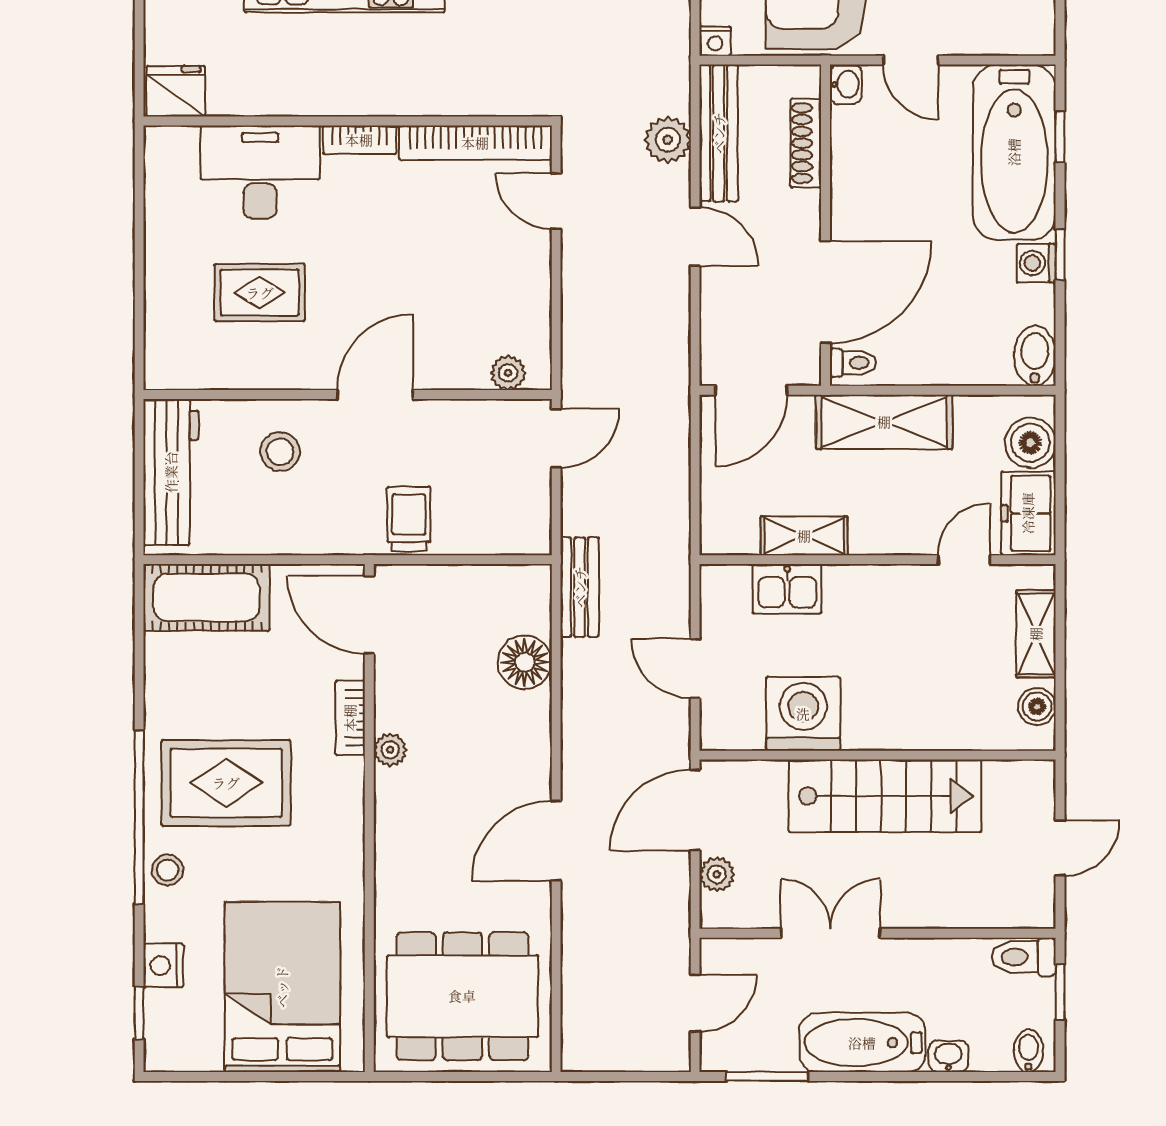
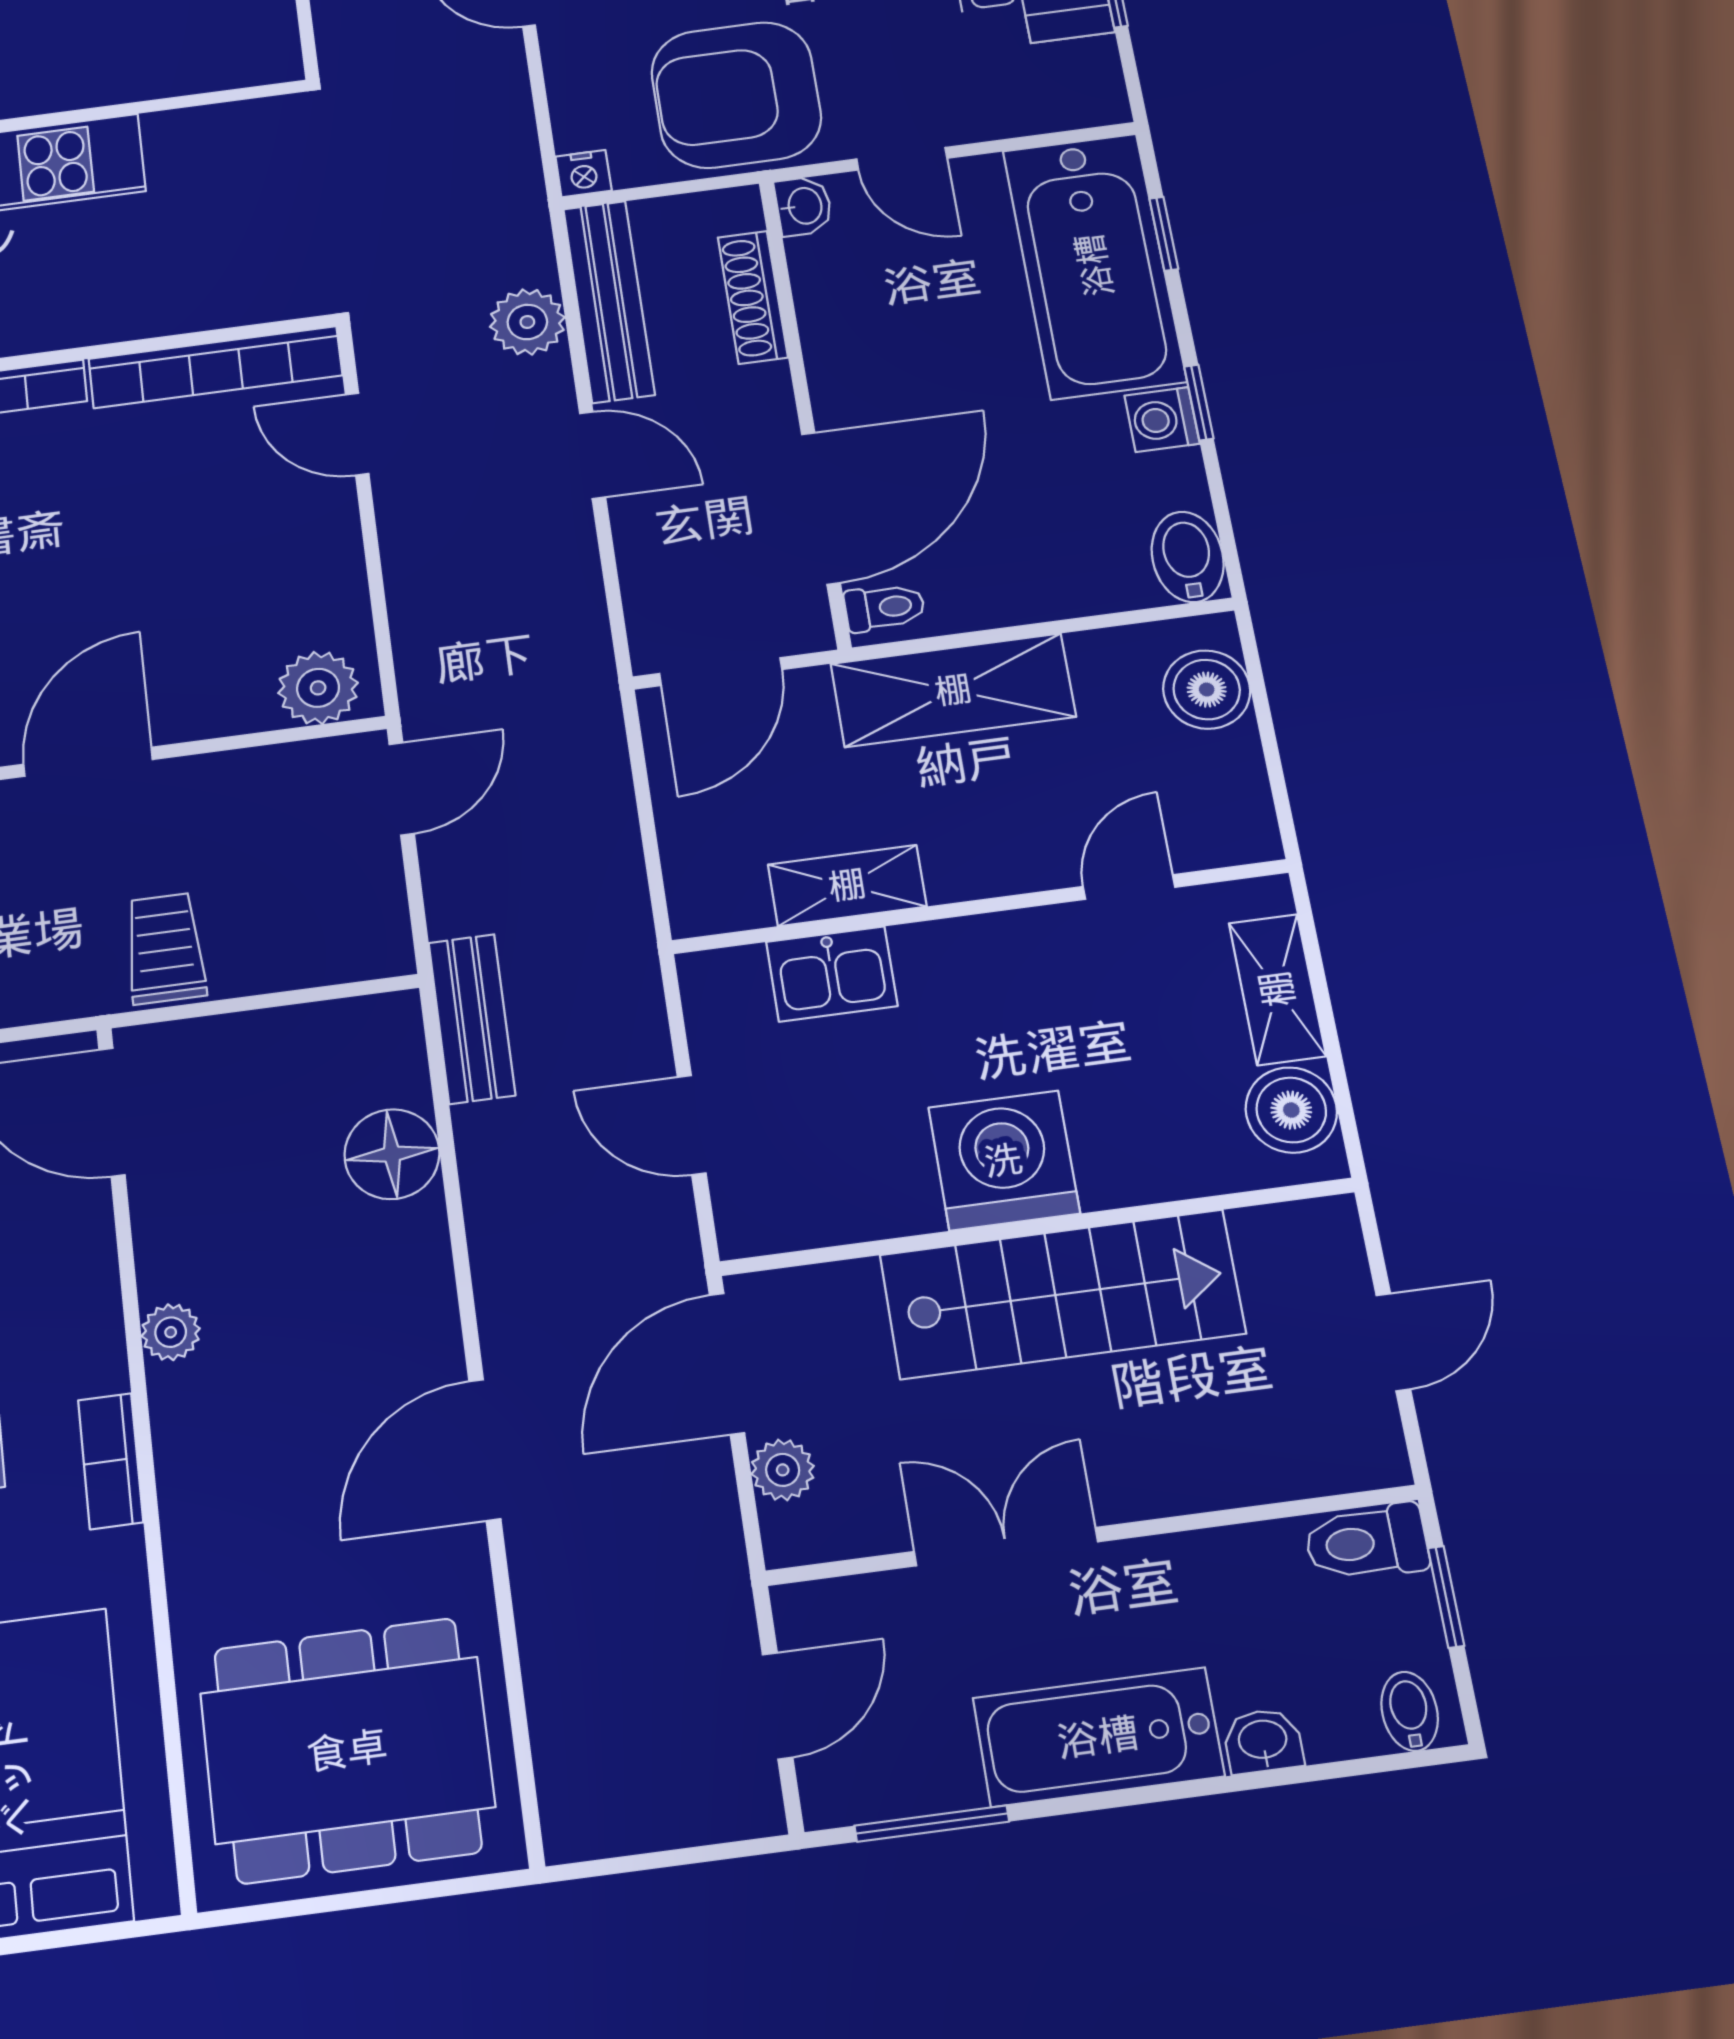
plant: (508, 373) -> (318, 688), width x1.38, depth x1.38
freezer: (1028, 513) -> (1225, 799), removed
boiler: (1037, 707) -> (1291, 1110), width x1.36, depth x1.36
washing machine: (803, 714) -> (1004, 1160), moved
bookcase: (350, 718) -> (111, 1461), moved

